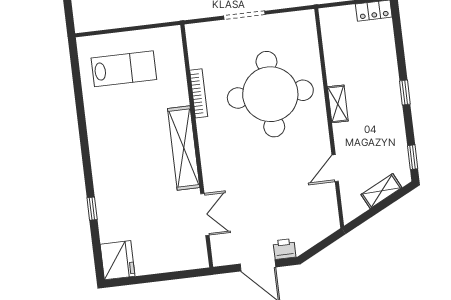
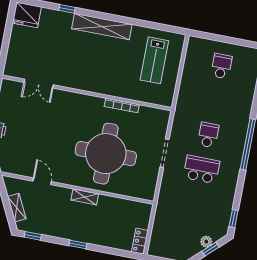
shelving: (184, 148) -> (102, 26), moved

